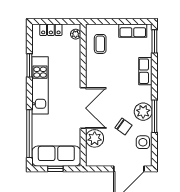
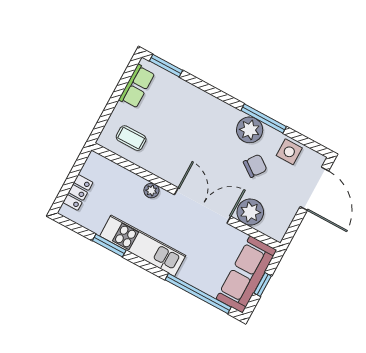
plant: (76, 34) -> (151, 190), moved
row of seats: (145, 71) -> (198, 98), removed

